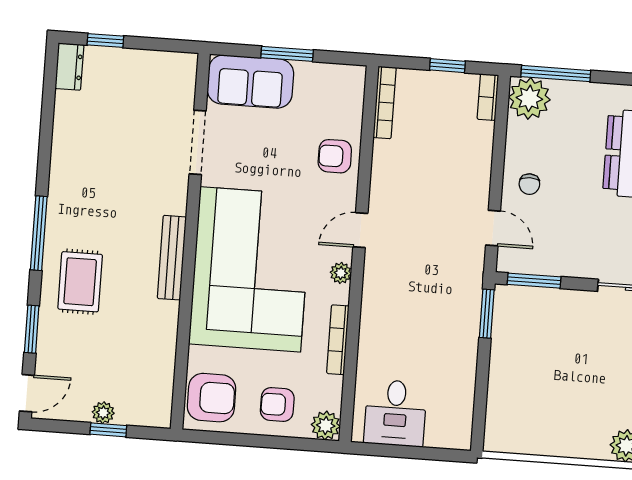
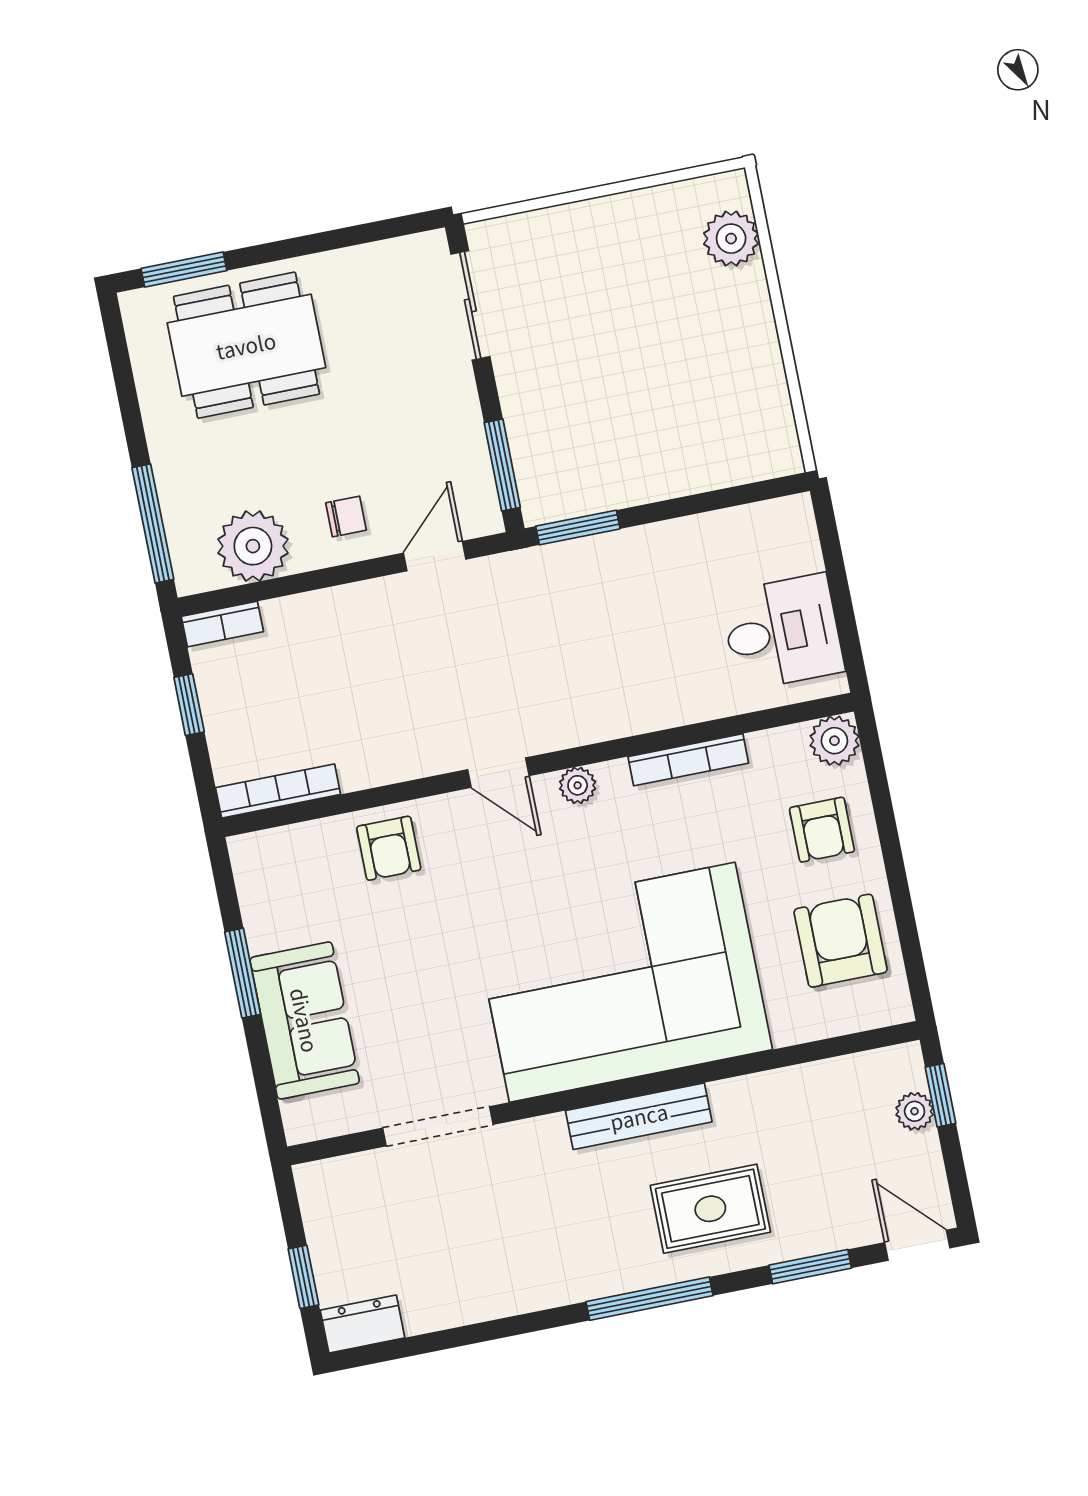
plant: (529, 98) -> (253, 546), moved
doorway: (198, 142) -> (438, 1126), moved
wall: (190, 241) -> (603, 1093), moved
bench: (172, 258) -> (639, 1116), moved
corner sofa: (250, 269) -> (622, 982), moved

